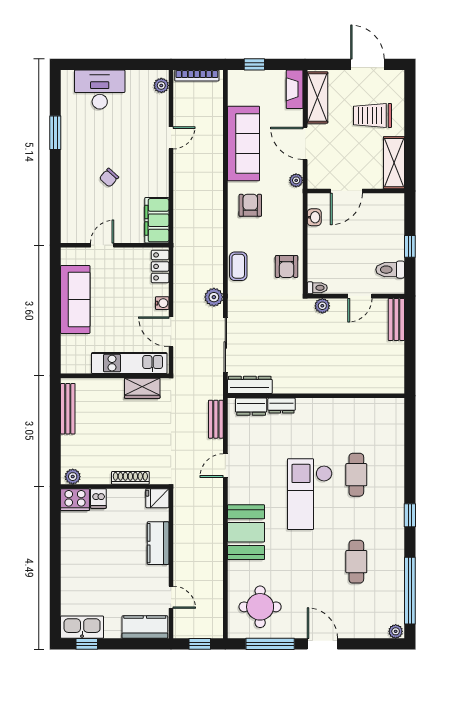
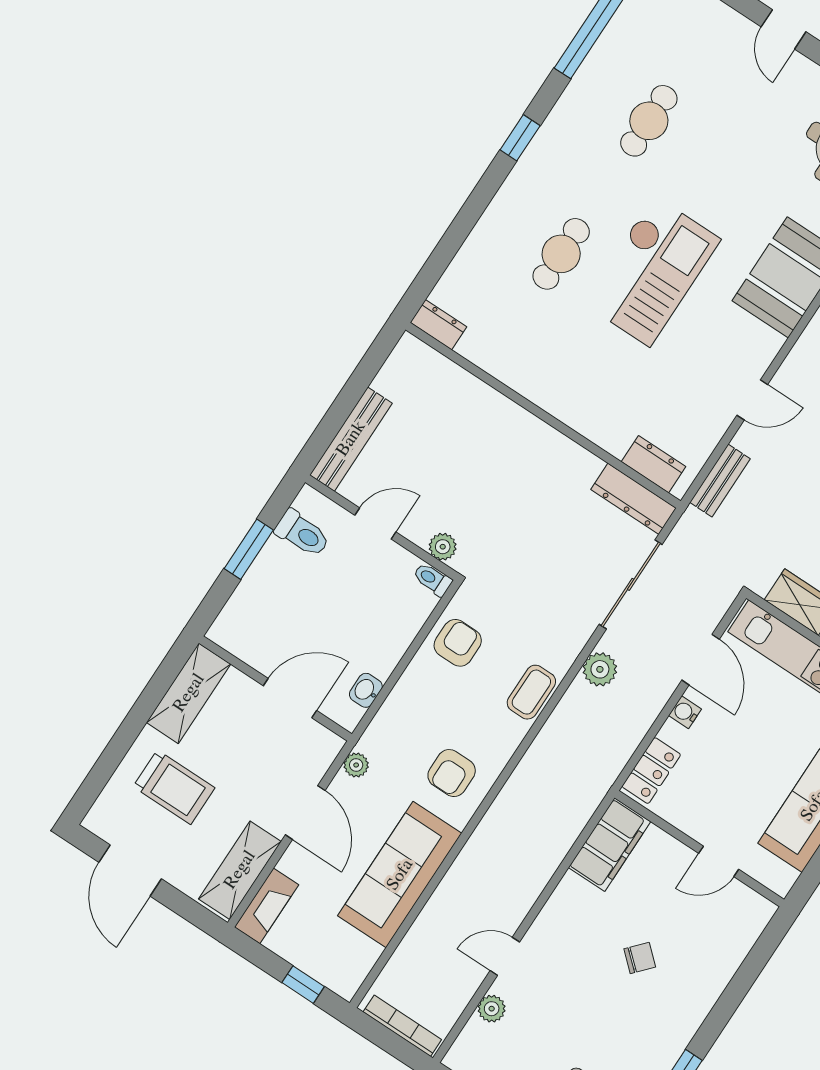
plant: (161, 85) -> (492, 1009), moved
window: (410, 246) -> (249, 549), width x1.50
bench: (396, 319) -> (351, 439), width x1.36
dresser: (282, 406) -> (438, 325), moved
door: (322, 644) -> (784, 29), width x0.73

